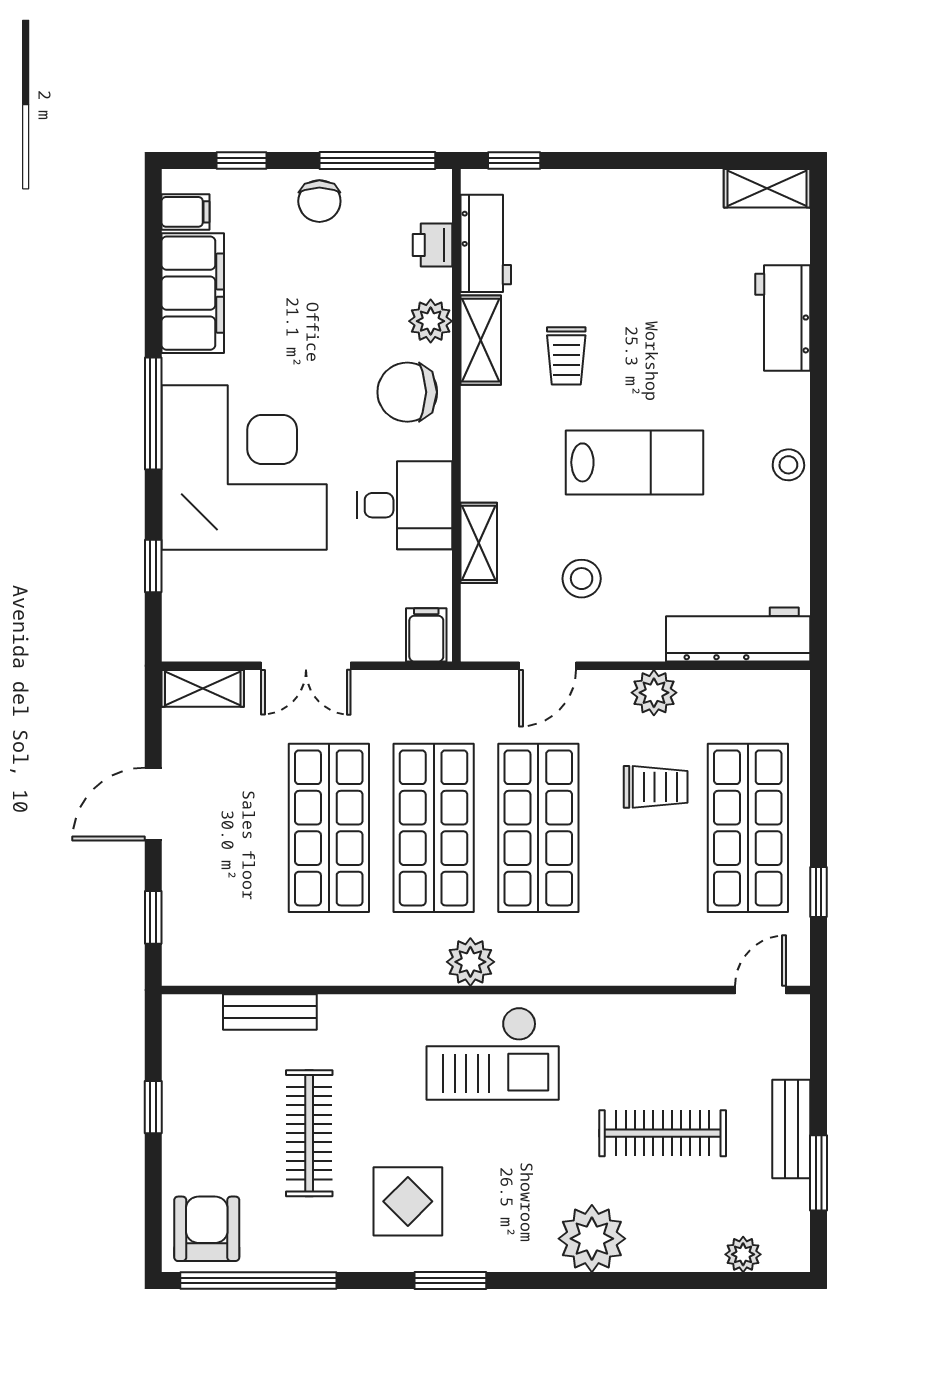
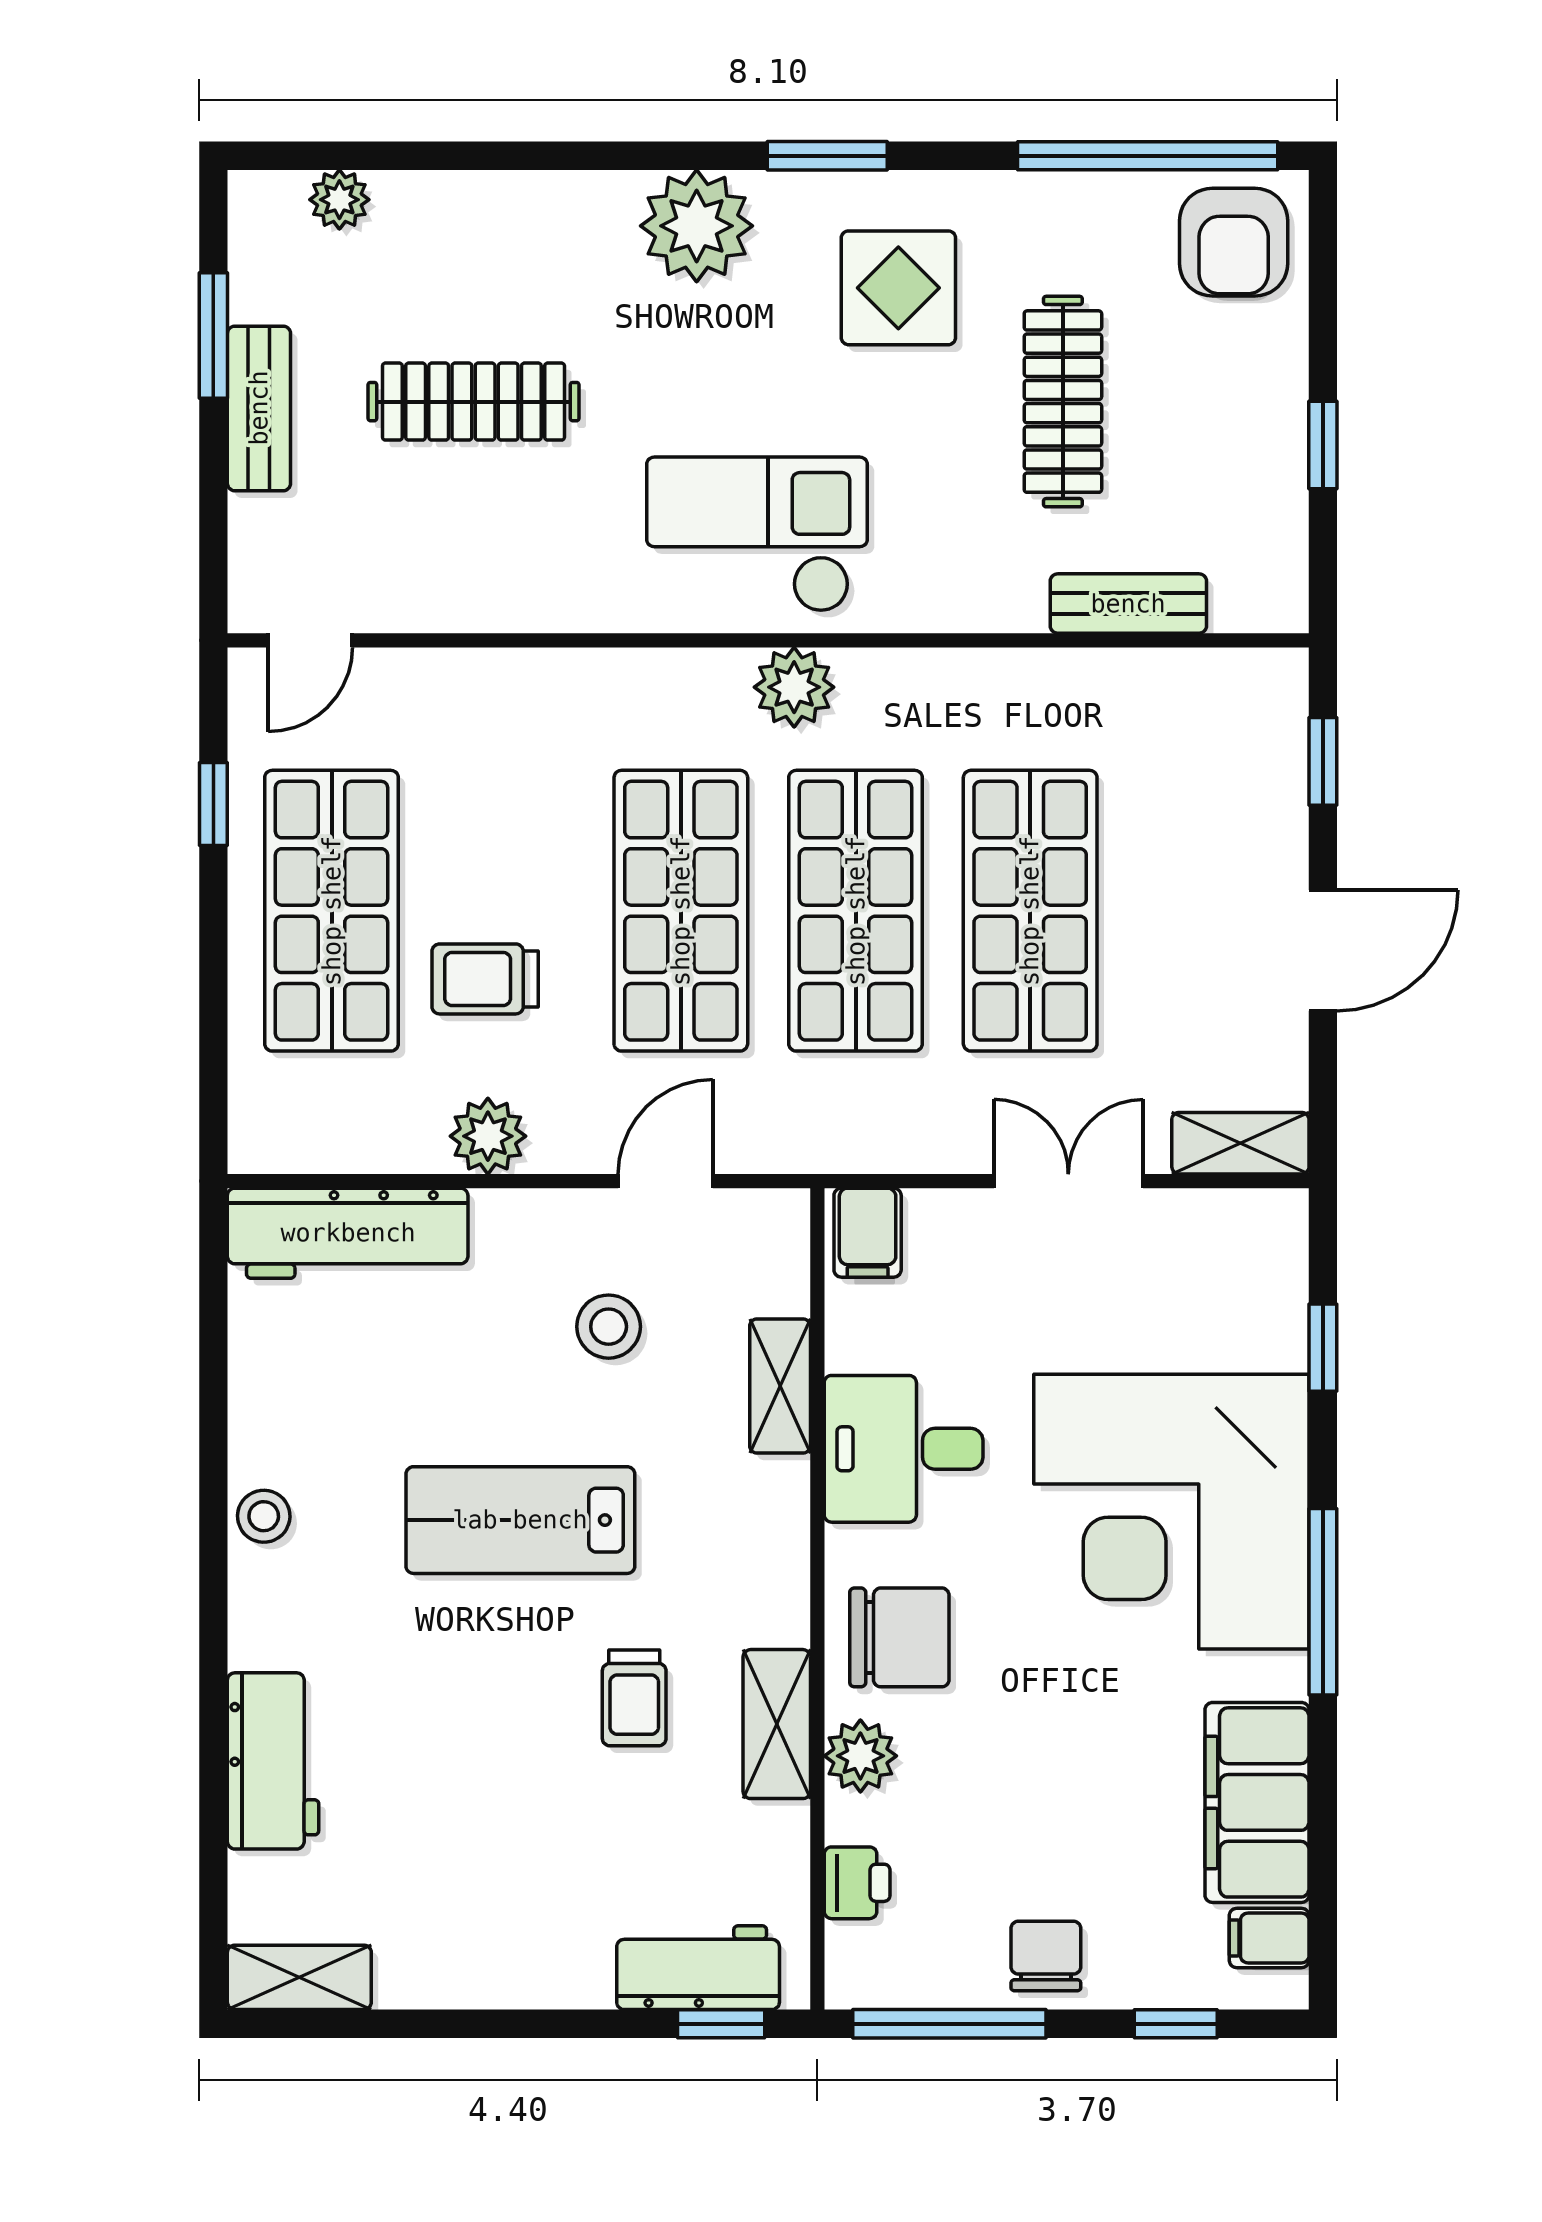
workbench: (486, 243) -> (698, 1968), moved, turned 90
trolley: (566, 356) -> (634, 1698), turned 180
plant: (592, 1239) -> (697, 226), moved

